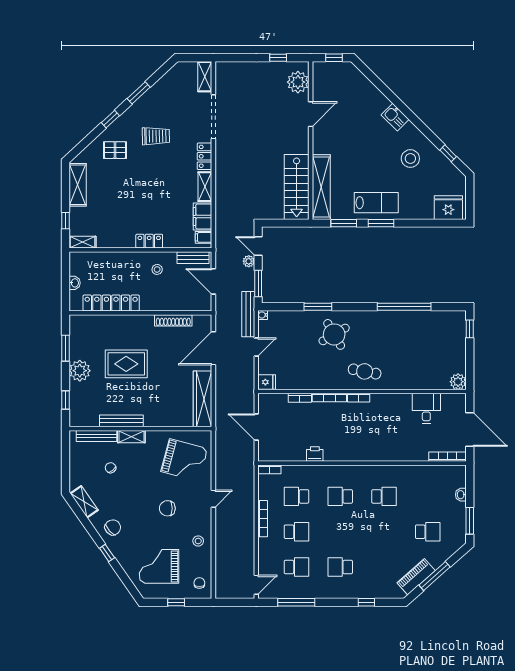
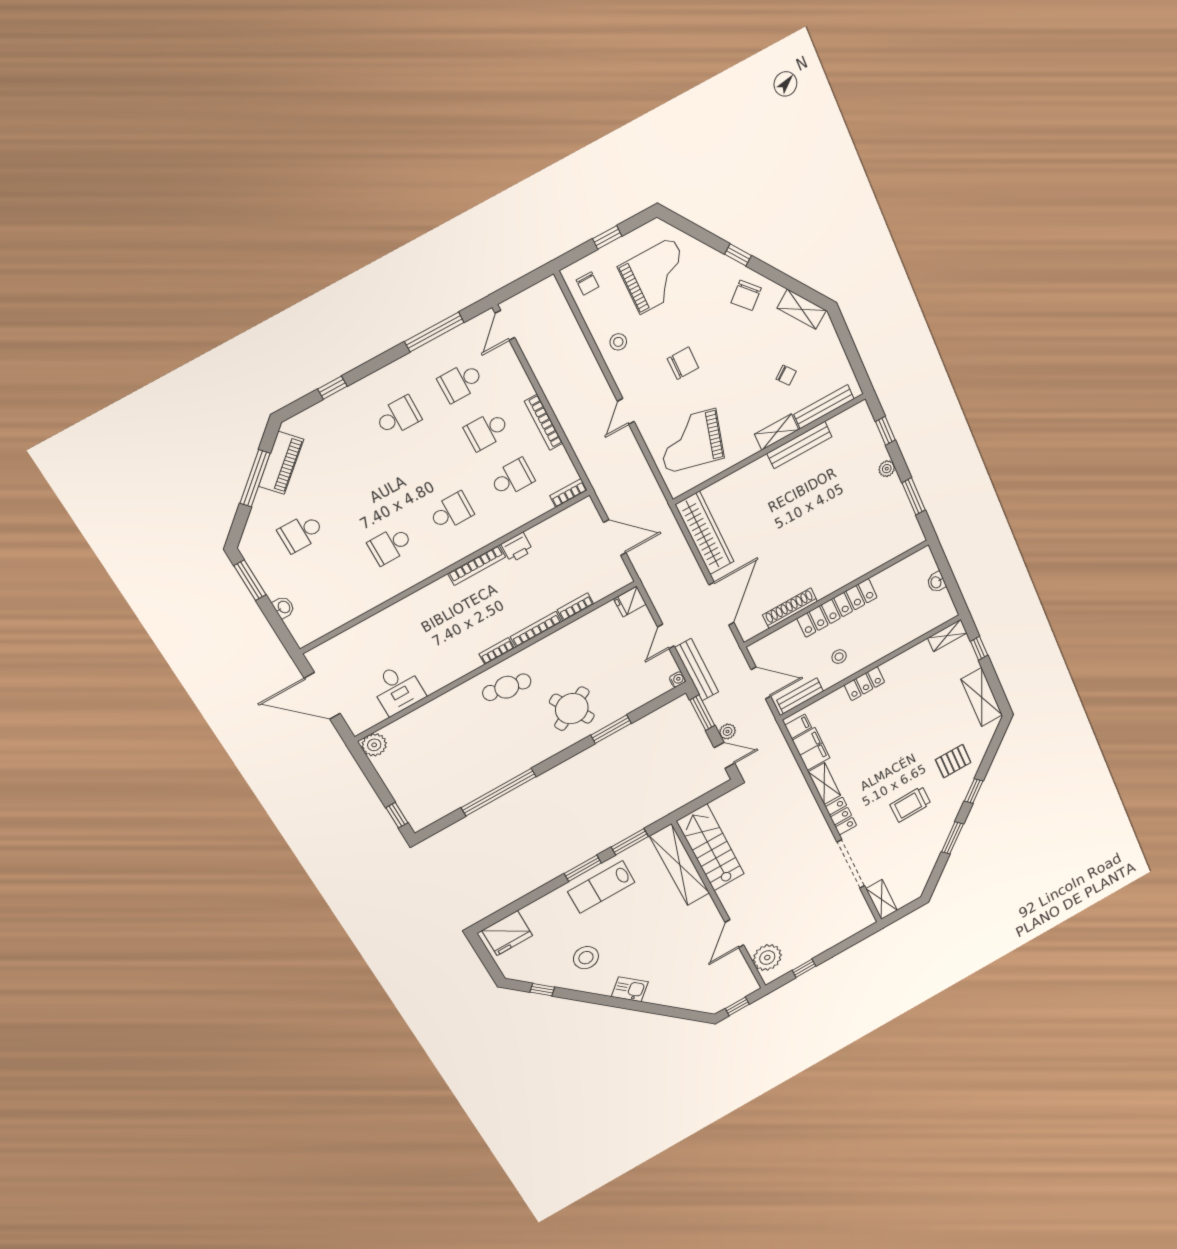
locker: (111, 303) -> (837, 608), moved
rug: (126, 364) -> (826, 521), removed
plant: (80, 371) -> (887, 469), width x0.53, depth x0.53
bookcase: (448, 457) -> (477, 565), moved

